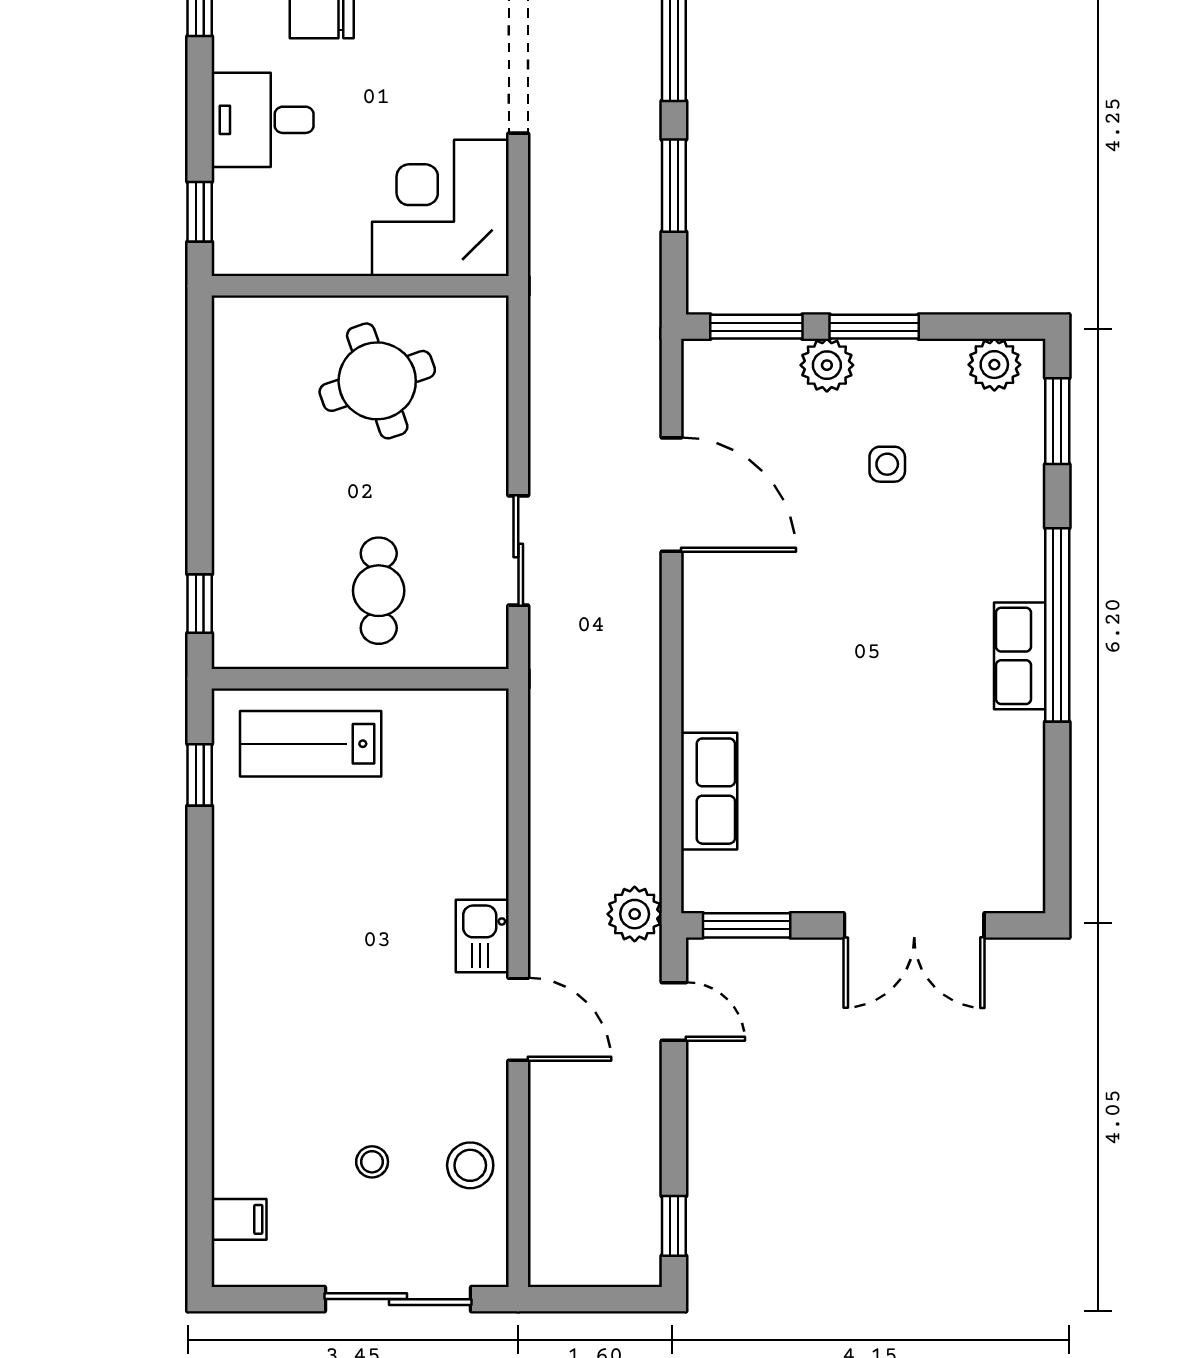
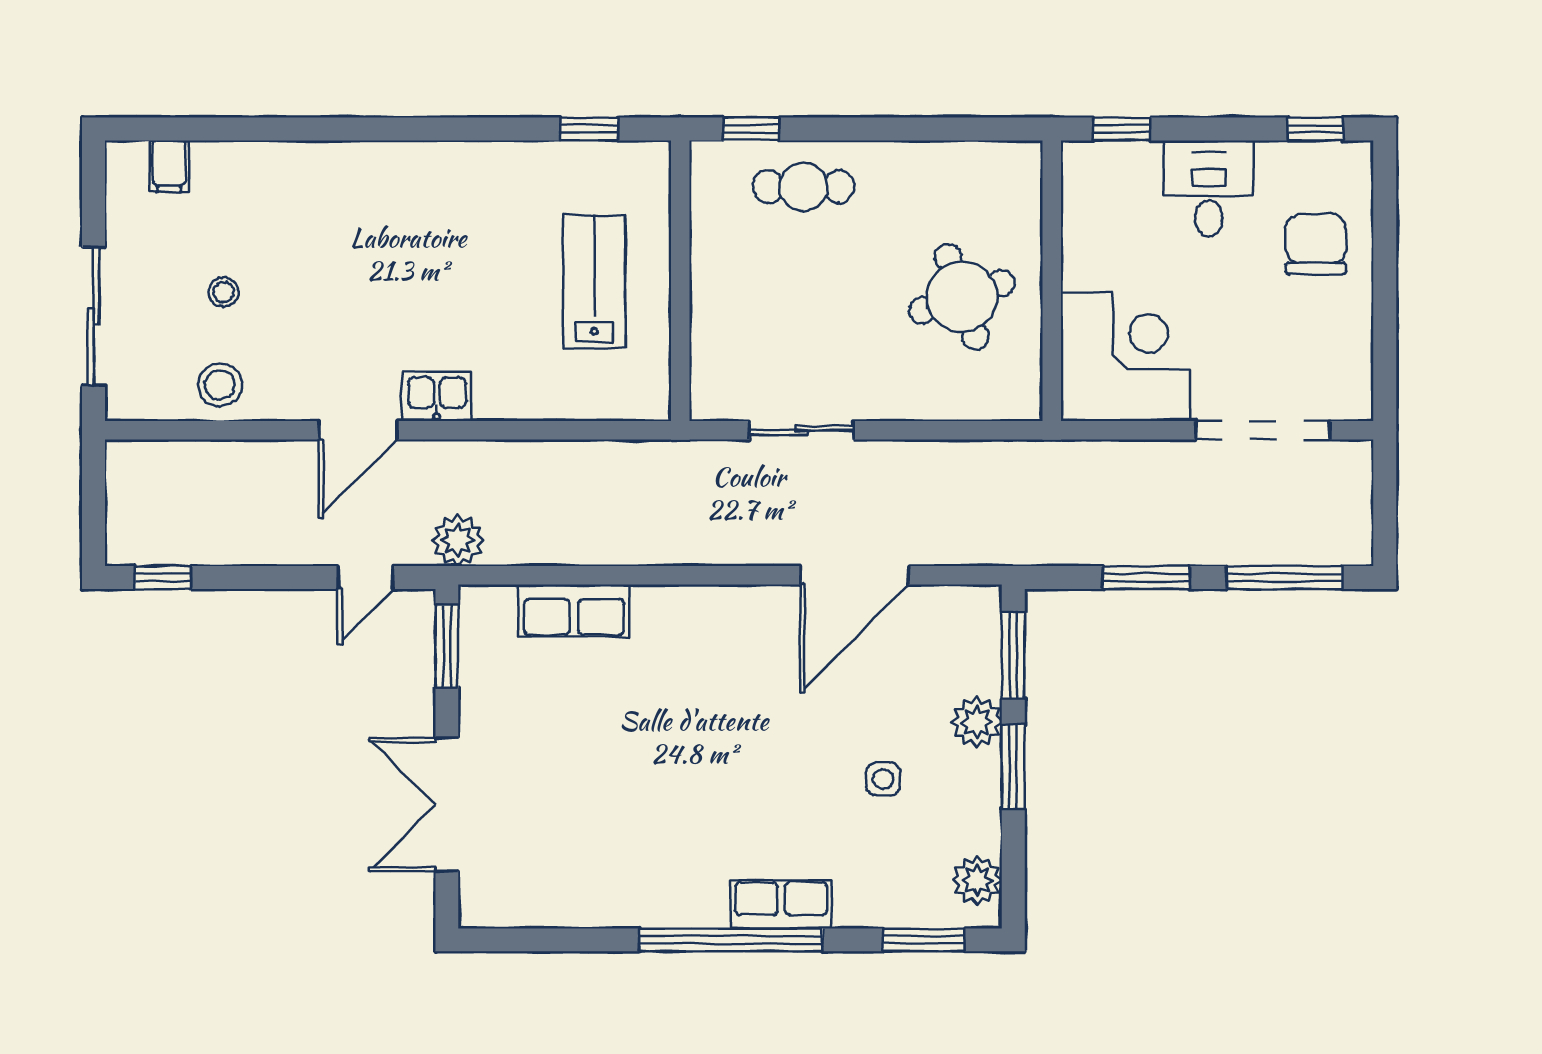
cafe table: (379, 591) -> (804, 187), moved
row of seats: (1020, 656) -> (781, 904), moved
lab bench: (311, 744) -> (594, 282), moved

